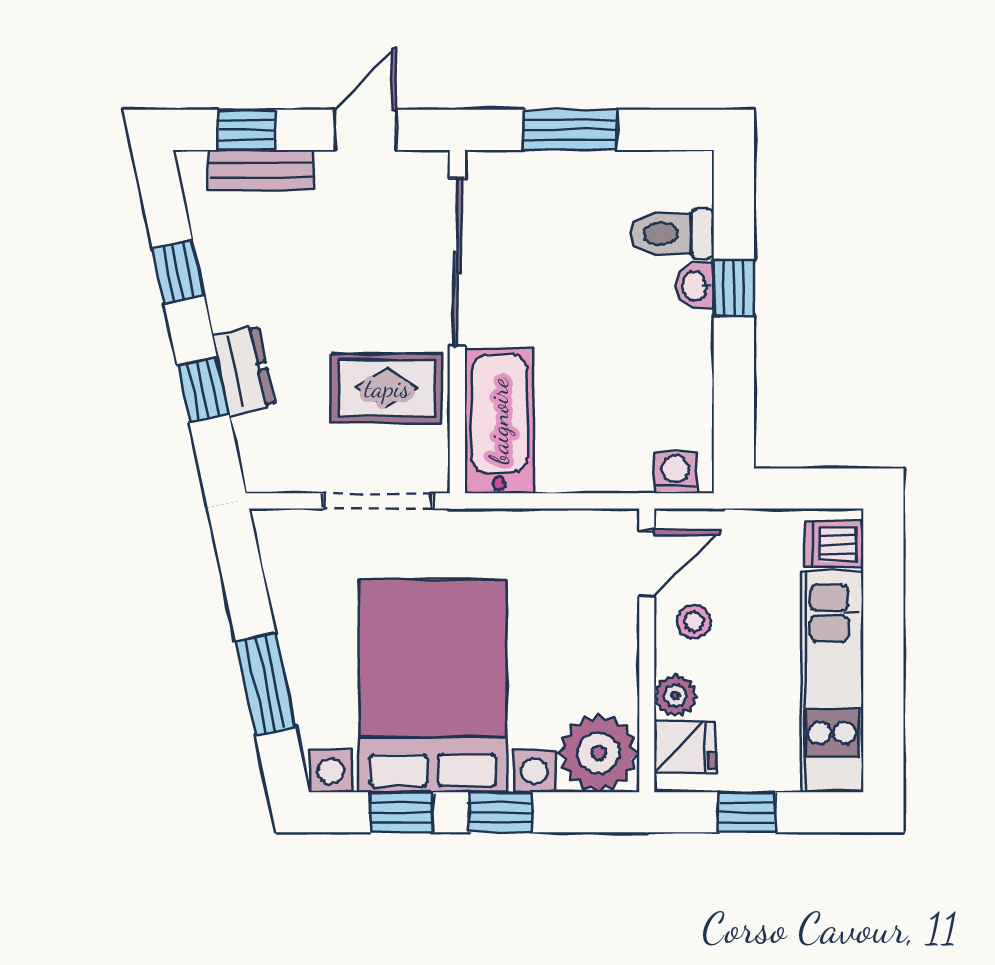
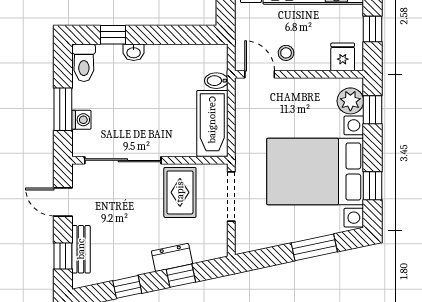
toilet: (672, 234) -> (84, 63), moved
window: (734, 287) -> (113, 35), moved
bathtub: (499, 421) -> (212, 123), moved, turned -90
bidet: (633, 468) -> (216, 81), added
washing machine: (675, 472) -> (81, 120), moved, turned 180
plant: (675, 696) -> (320, 61), removed
plant: (599, 753) -> (350, 101), width x0.73, depth x0.73
window: (500, 812) -> (373, 110), moved

